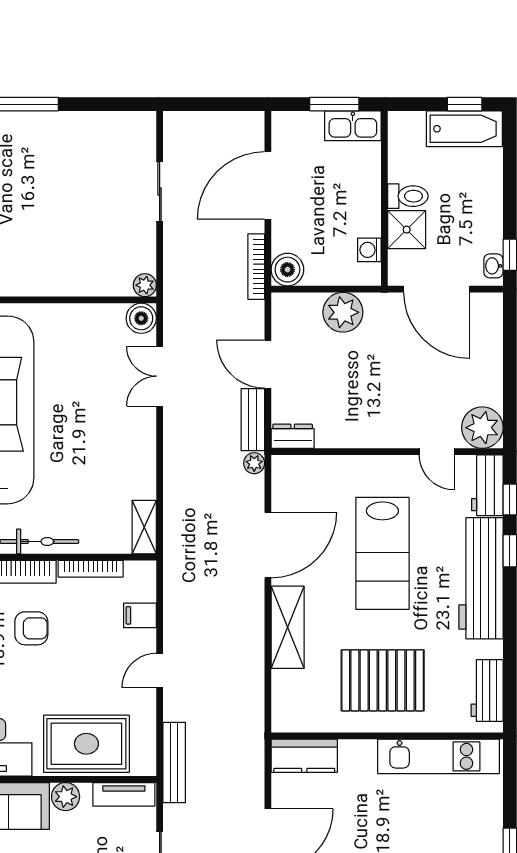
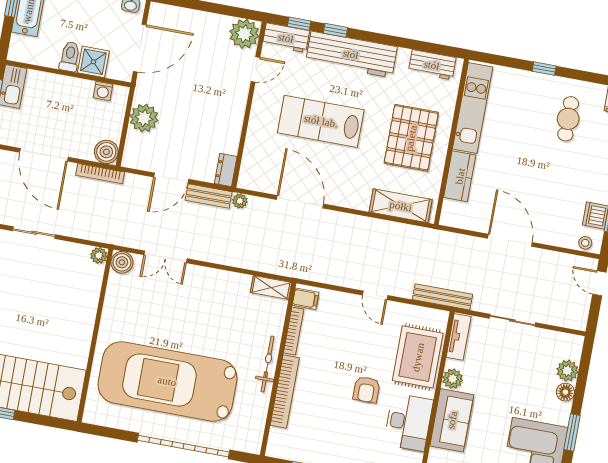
lab bench: (382, 553) -> (321, 121), turned 180
filing cabinet: (140, 615) -> (306, 299), moved, turned -90
shelving: (288, 627) -> (401, 206), moved
armchair: (31, 628) -> (367, 390), moved, turned 180
kitchen counter: (304, 756) -> (460, 176), moved

